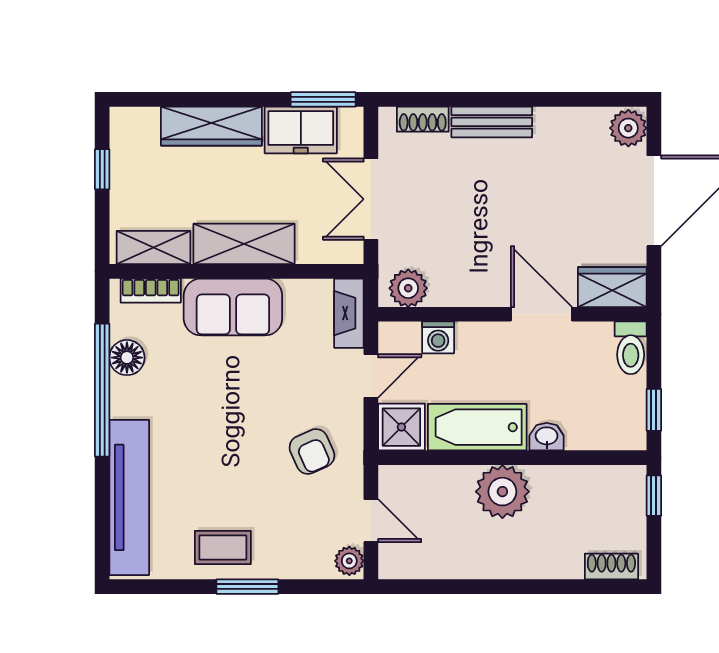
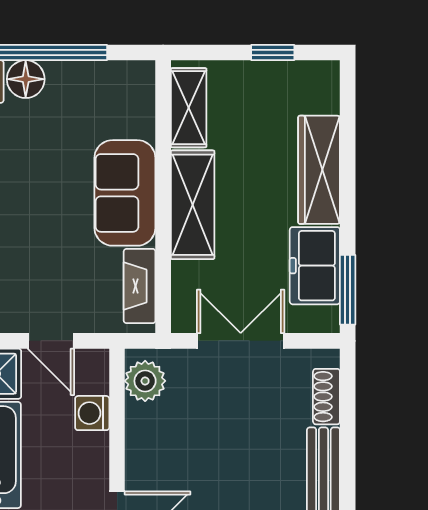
bookcase: (151, 291) -> (142, 105), removed
fireplace: (349, 313) -> (140, 286), moved, turned -90
floor lamp: (127, 358) -> (26, 79), moved

